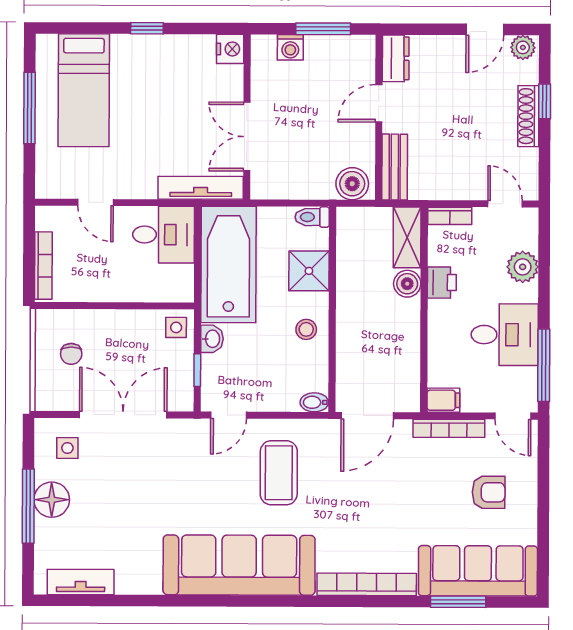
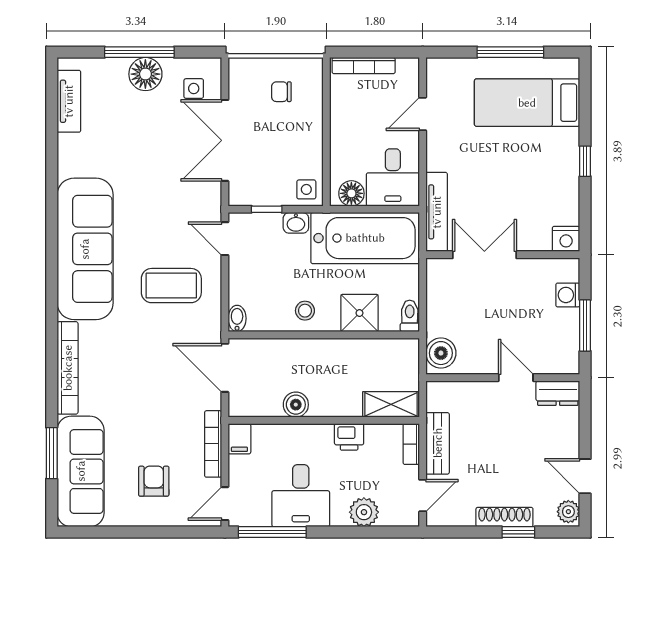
bench: (395, 167) -> (438, 443), moved, turned 90
floor lamp: (181, 279) -> (351, 193), added
boiler: (407, 284) -> (296, 405), moved
double door: (123, 415) -> (225, 140), swing flipped
armchair: (489, 492) -> (154, 481), turned 180

